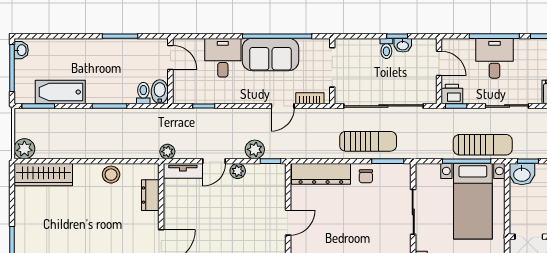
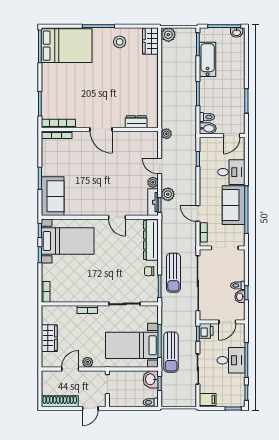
tv unit: (183, 171) -> (153, 202), moved
wardrobe: (43, 175) -> (150, 41), width x0.67
stool: (111, 175) -> (120, 42), moved

